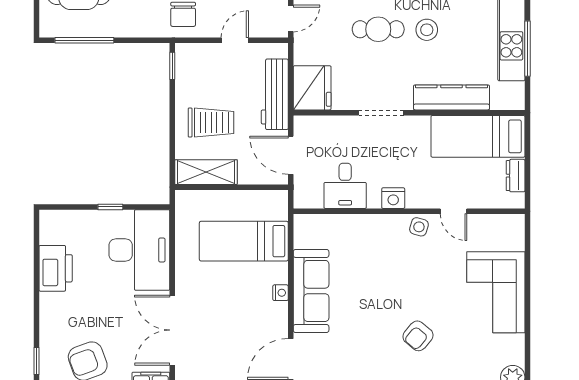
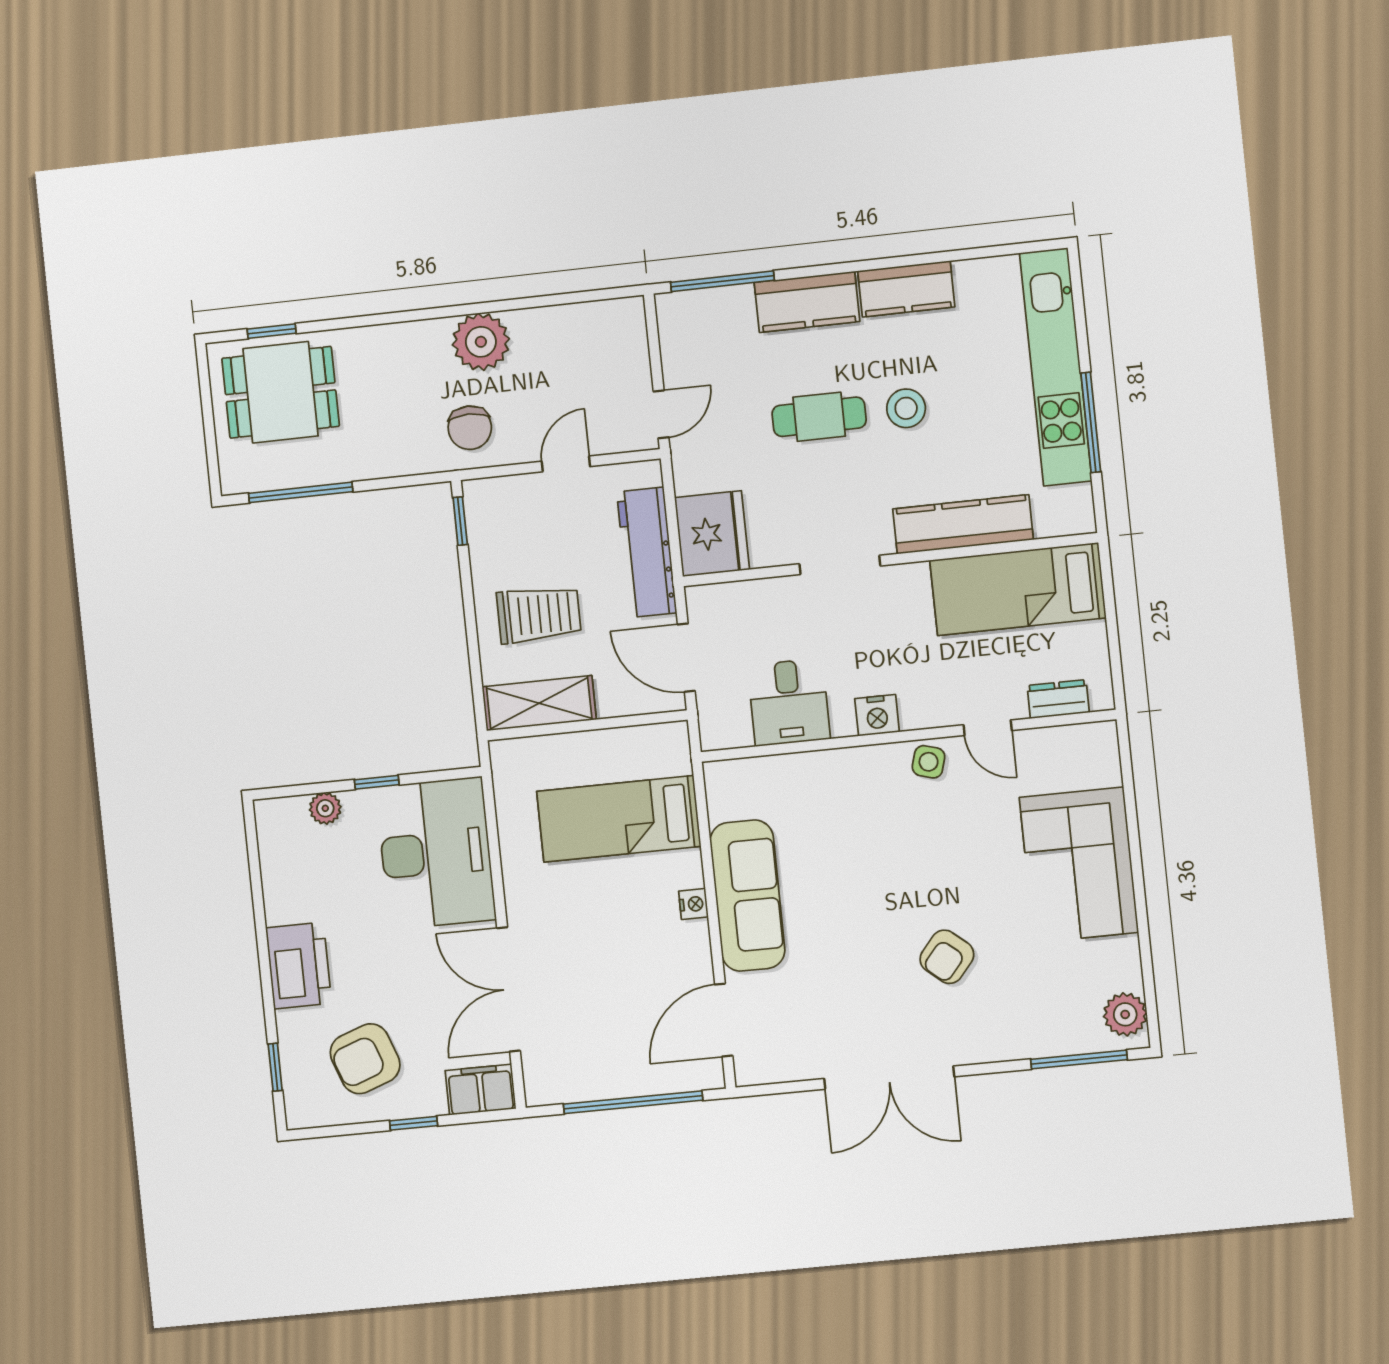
dresser: (516, 176) -> (1058, 699), moved, turned 90
plant: (80, 219) -> (325, 808), added
printer: (56, 268) -> (299, 966), moved

